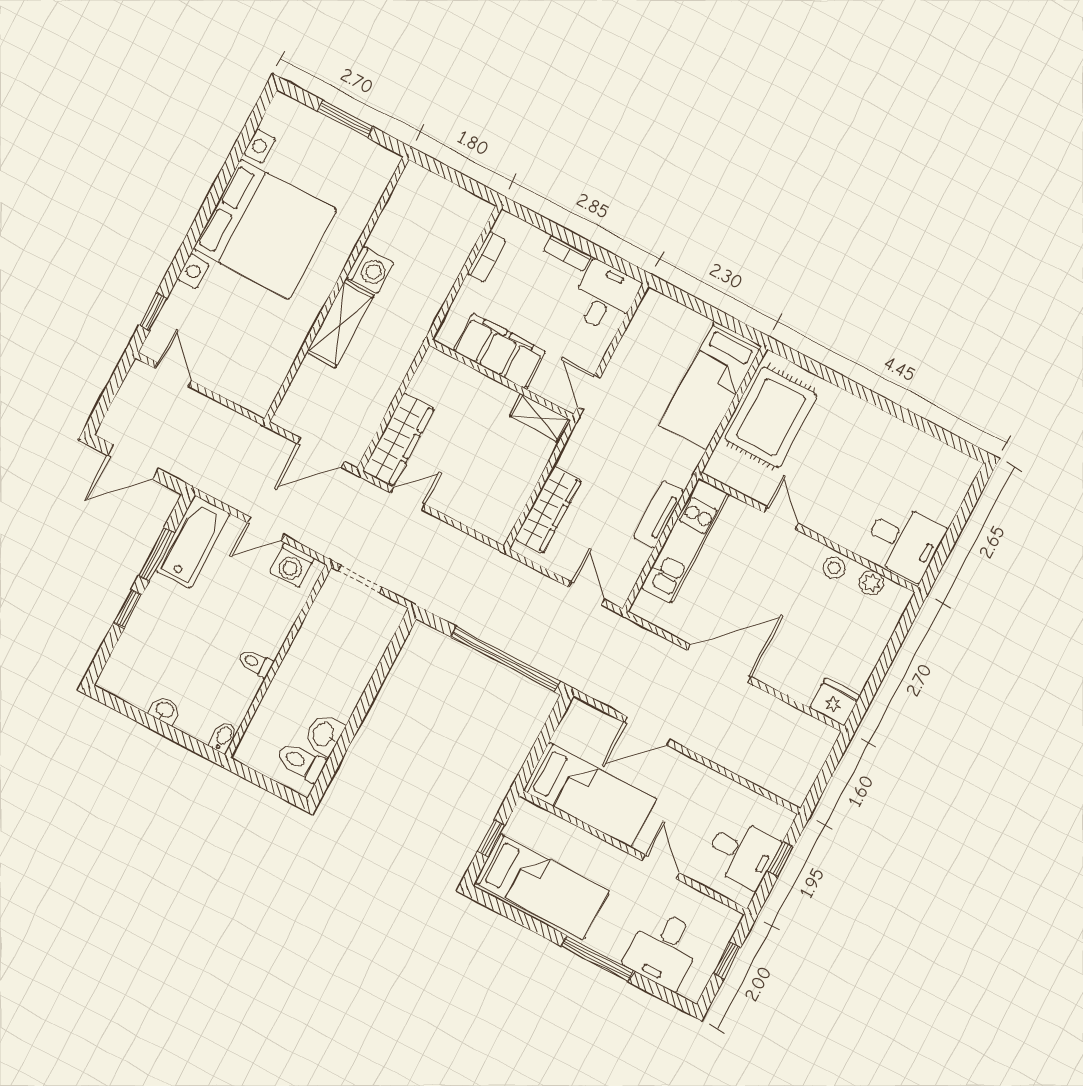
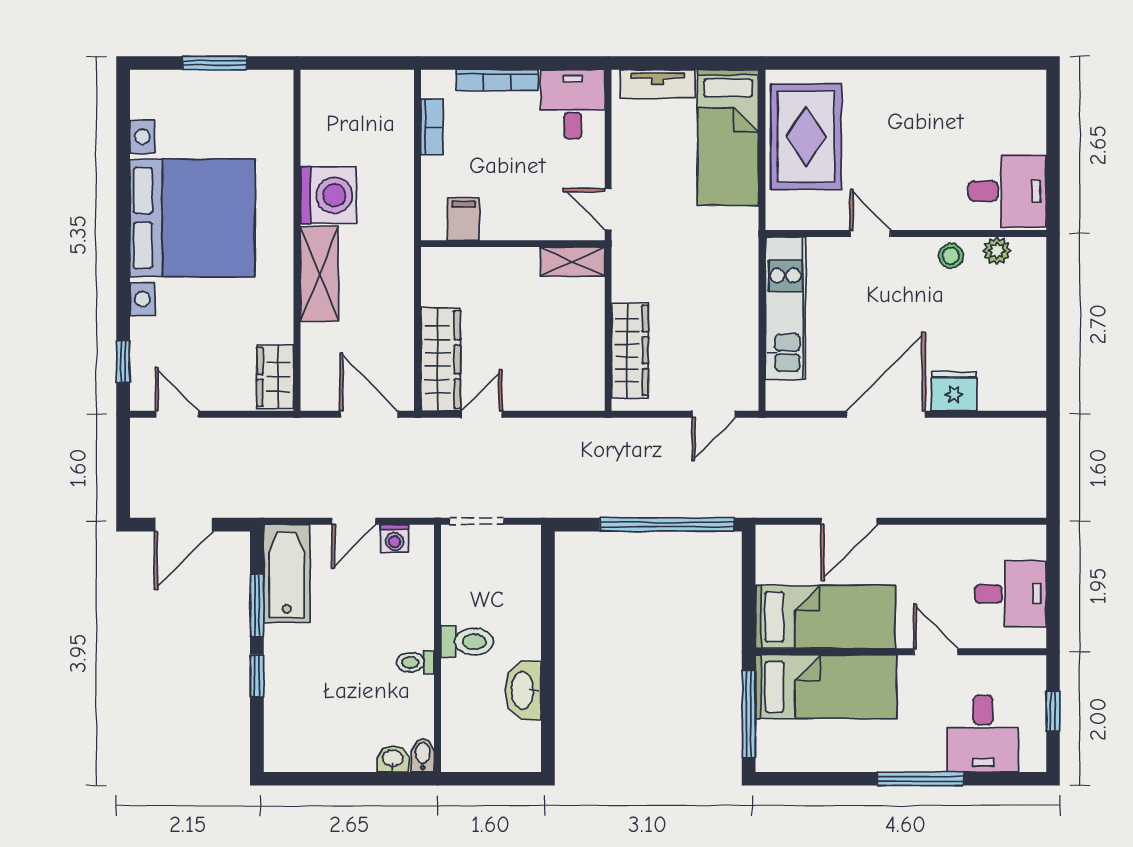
bookcase: (567, 253) -> (497, 80), width x1.56
washing machine: (370, 270) -> (329, 195), width x1.37, depth x1.37
filing cabinet: (499, 351) -> (464, 219), width x0.33, depth x0.86
wardrobe: (264, 386) -> (275, 377), added
door: (321, 453) -> (369, 414), swing flipped
tv unit: (659, 514) -> (658, 84), moved, turned -90
washing machine: (292, 565) -> (395, 539), width x0.73, depth x0.73
door: (587, 593) -> (714, 414), swing flipped
fridge: (835, 702) -> (954, 391), moved
washbasin: (165, 710) -> (393, 759), moved
washbasin: (324, 735) -> (523, 690), width x1.38
toilet: (301, 762) -> (467, 642), moved, turned 180
window: (491, 839) -> (749, 714), width x2.17
window: (781, 859) -> (1053, 579), removed
bed: (542, 887) -> (826, 687), moved

